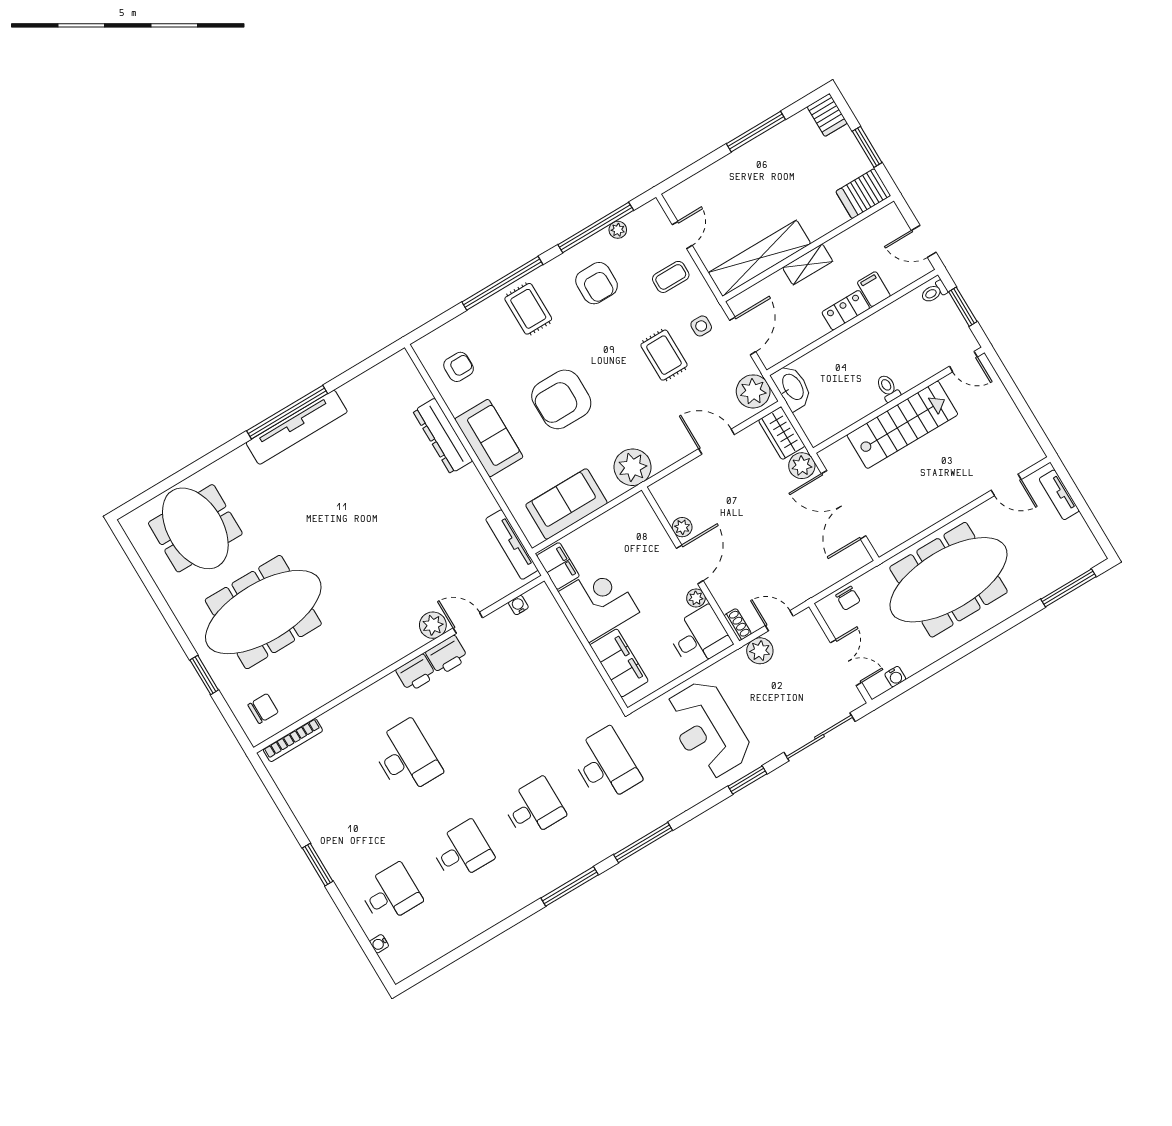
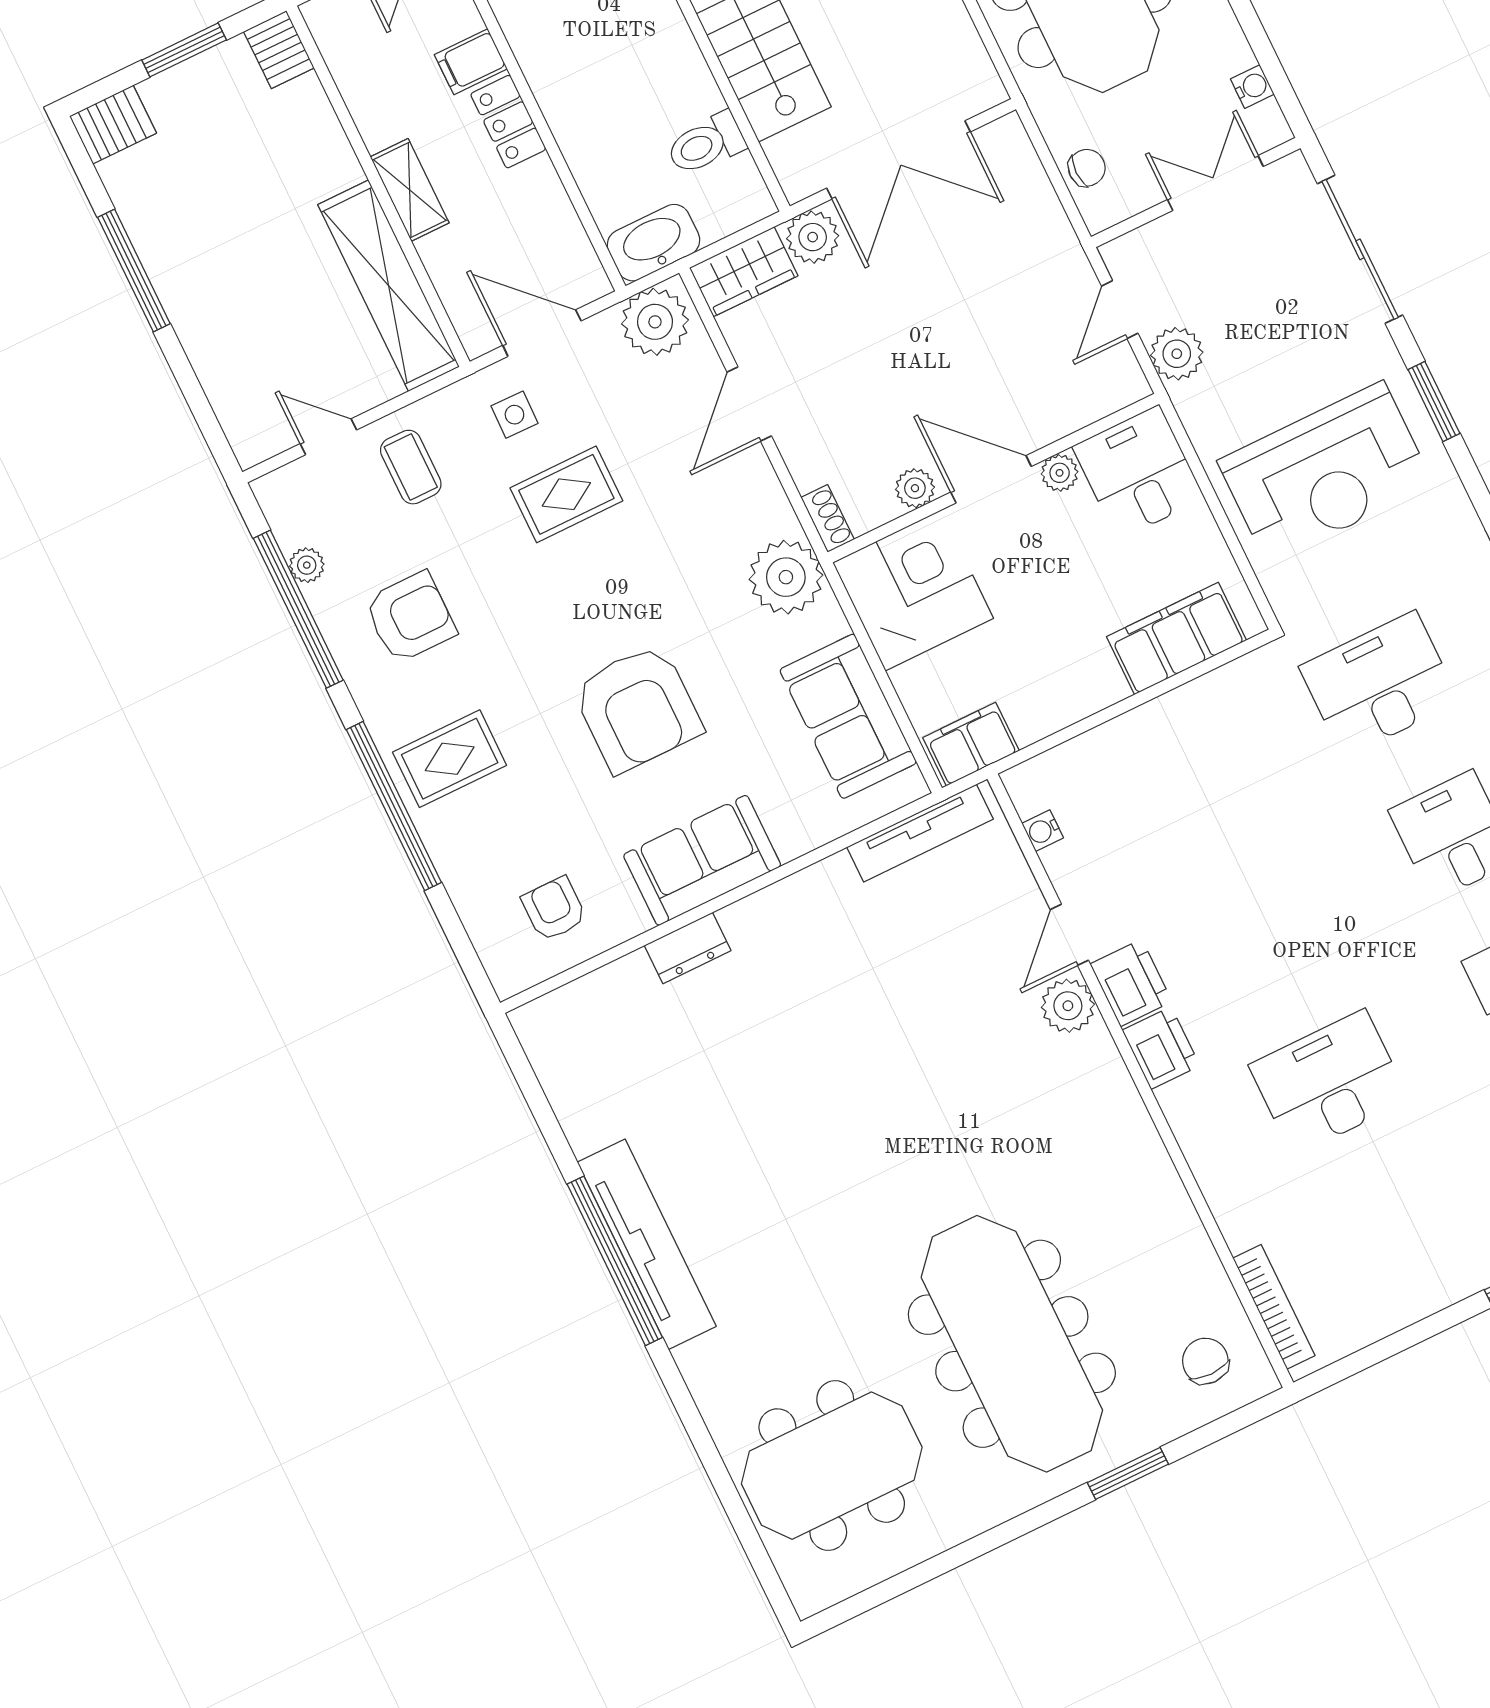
server rack: (863, 194) -> (279, 50), width x0.73, depth x0.70
toilet: (888, 388) -> (706, 144), moved, width x1.37, depth x1.39
dresser: (443, 436) -> (688, 948), width x0.51, depth x0.80
corner desk: (599, 602) -> (913, 590), moved, turned 90
shoe rack: (738, 625) -> (828, 518), moved, turned 90

